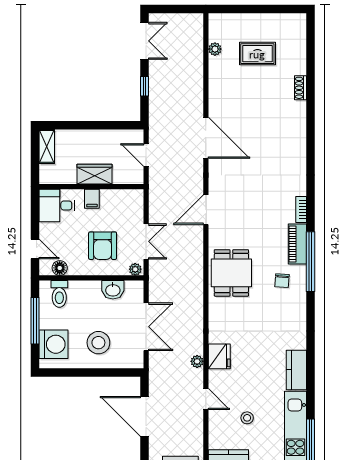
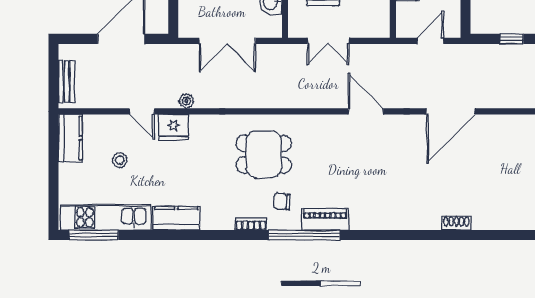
shoe rack: (300, 88) -> (456, 223), moved
bookcase: (301, 209) -> (251, 224), moved
plant: (135, 269) -> (295, 28), removed
dining table: (231, 273) -> (264, 154), moved
fridge: (219, 356) -> (174, 127), moved
door: (206, 399) -> (142, 111), hinge flipped

